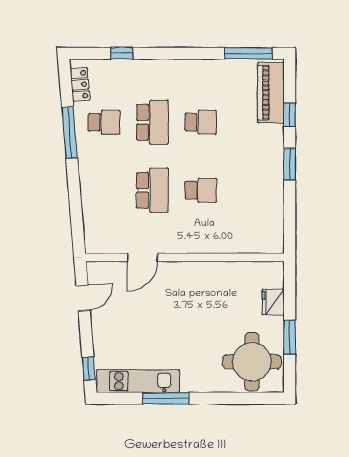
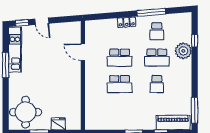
plant: (140, 74) -> (183, 51), added
locker: (80, 85) -> (127, 22), moved
school desk: (201, 190) -> (120, 84), width x1.85
door: (83, 298) -> (42, 21), moved

